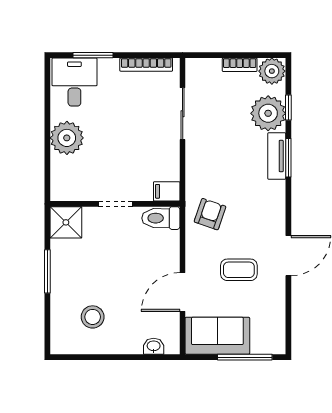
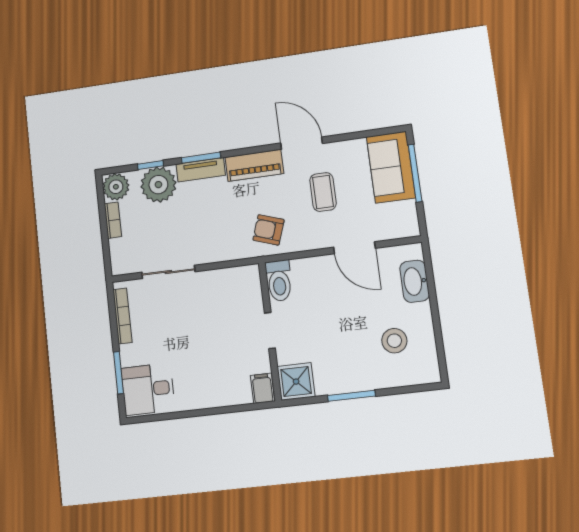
plant: (67, 138) -> (207, 391), removed
filing cabinet: (167, 191) -> (263, 388), moved, turned 180
piano: (274, 208) -> (254, 165), added
sofa: (217, 336) -> (391, 167), moved
washbasin: (154, 346) -> (415, 281), width x1.91, depth x1.45

